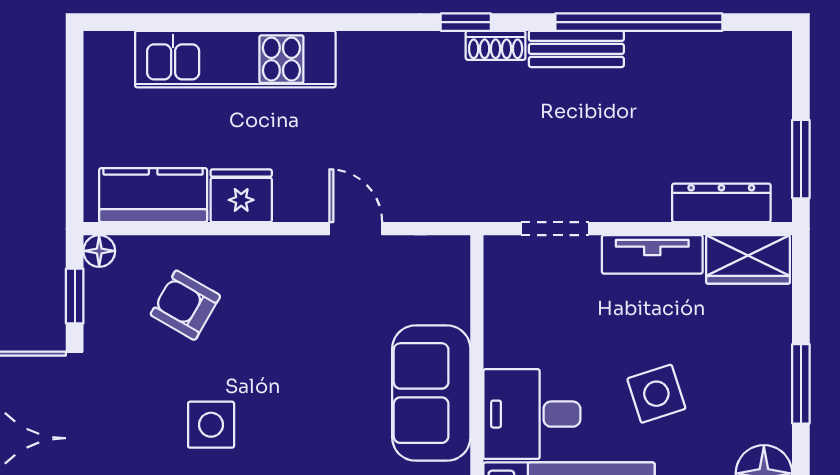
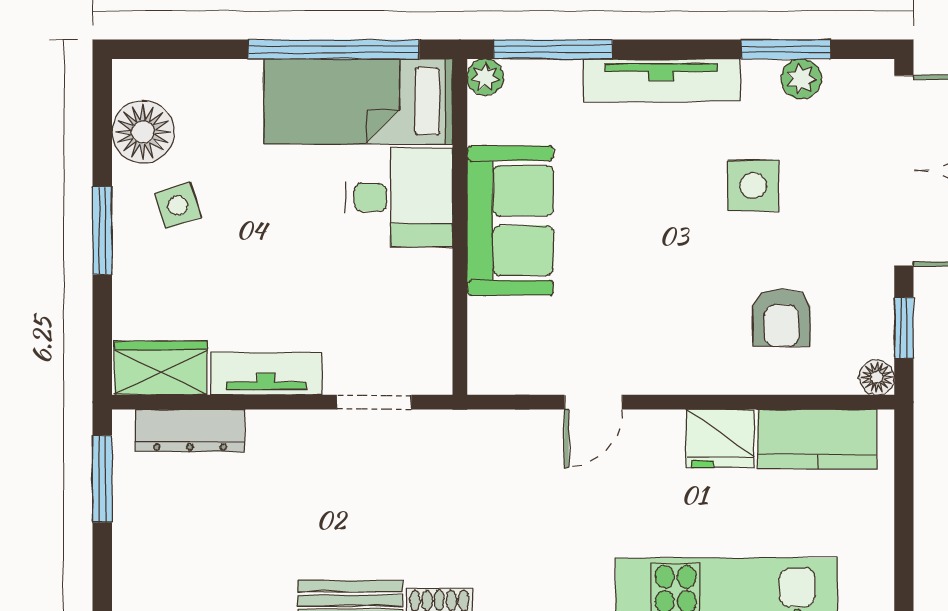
door: (356, 229) -> (594, 402), hinge flipped
armchair: (185, 305) -> (782, 318), turned 60
side table: (656, 394) -> (178, 205), moved, width x0.73, depth x0.73

